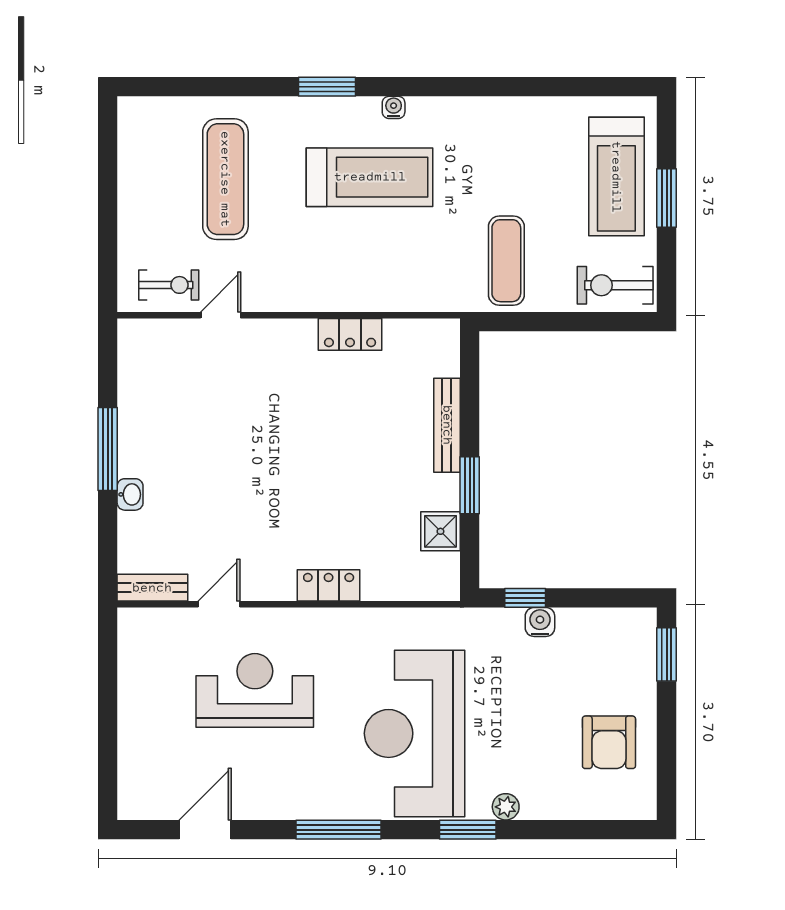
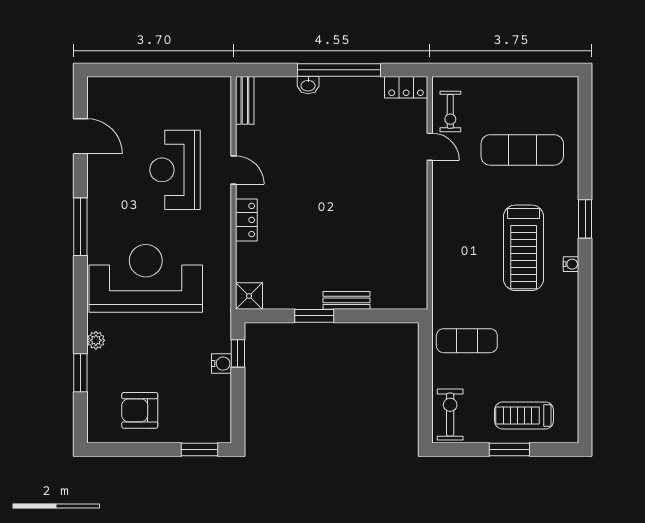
treadmill: (616, 177) -> (524, 415), width x0.73, depth x0.73
locker: (350, 334) -> (406, 87), moved, turned -90
bench: (447, 425) -> (347, 300), width x0.73
window: (108, 449) -> (339, 70), width x1.46
shower: (440, 531) -> (249, 296), moved
door: (219, 604) -> (234, 170), moved
reception desk: (255, 690) -> (175, 170), turned 180
window: (468, 830) -> (80, 373), moved

